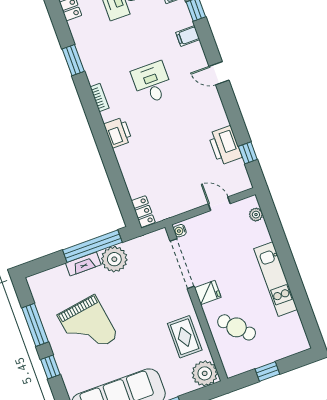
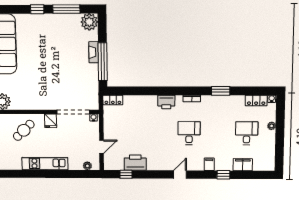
desk: (152, 83) -> (189, 133), turned -90
plant: (114, 259) -> (89, 22), moved
grand piano: (88, 326) -> (55, 41), removed
rug: (185, 337) -> (28, 98), removed

